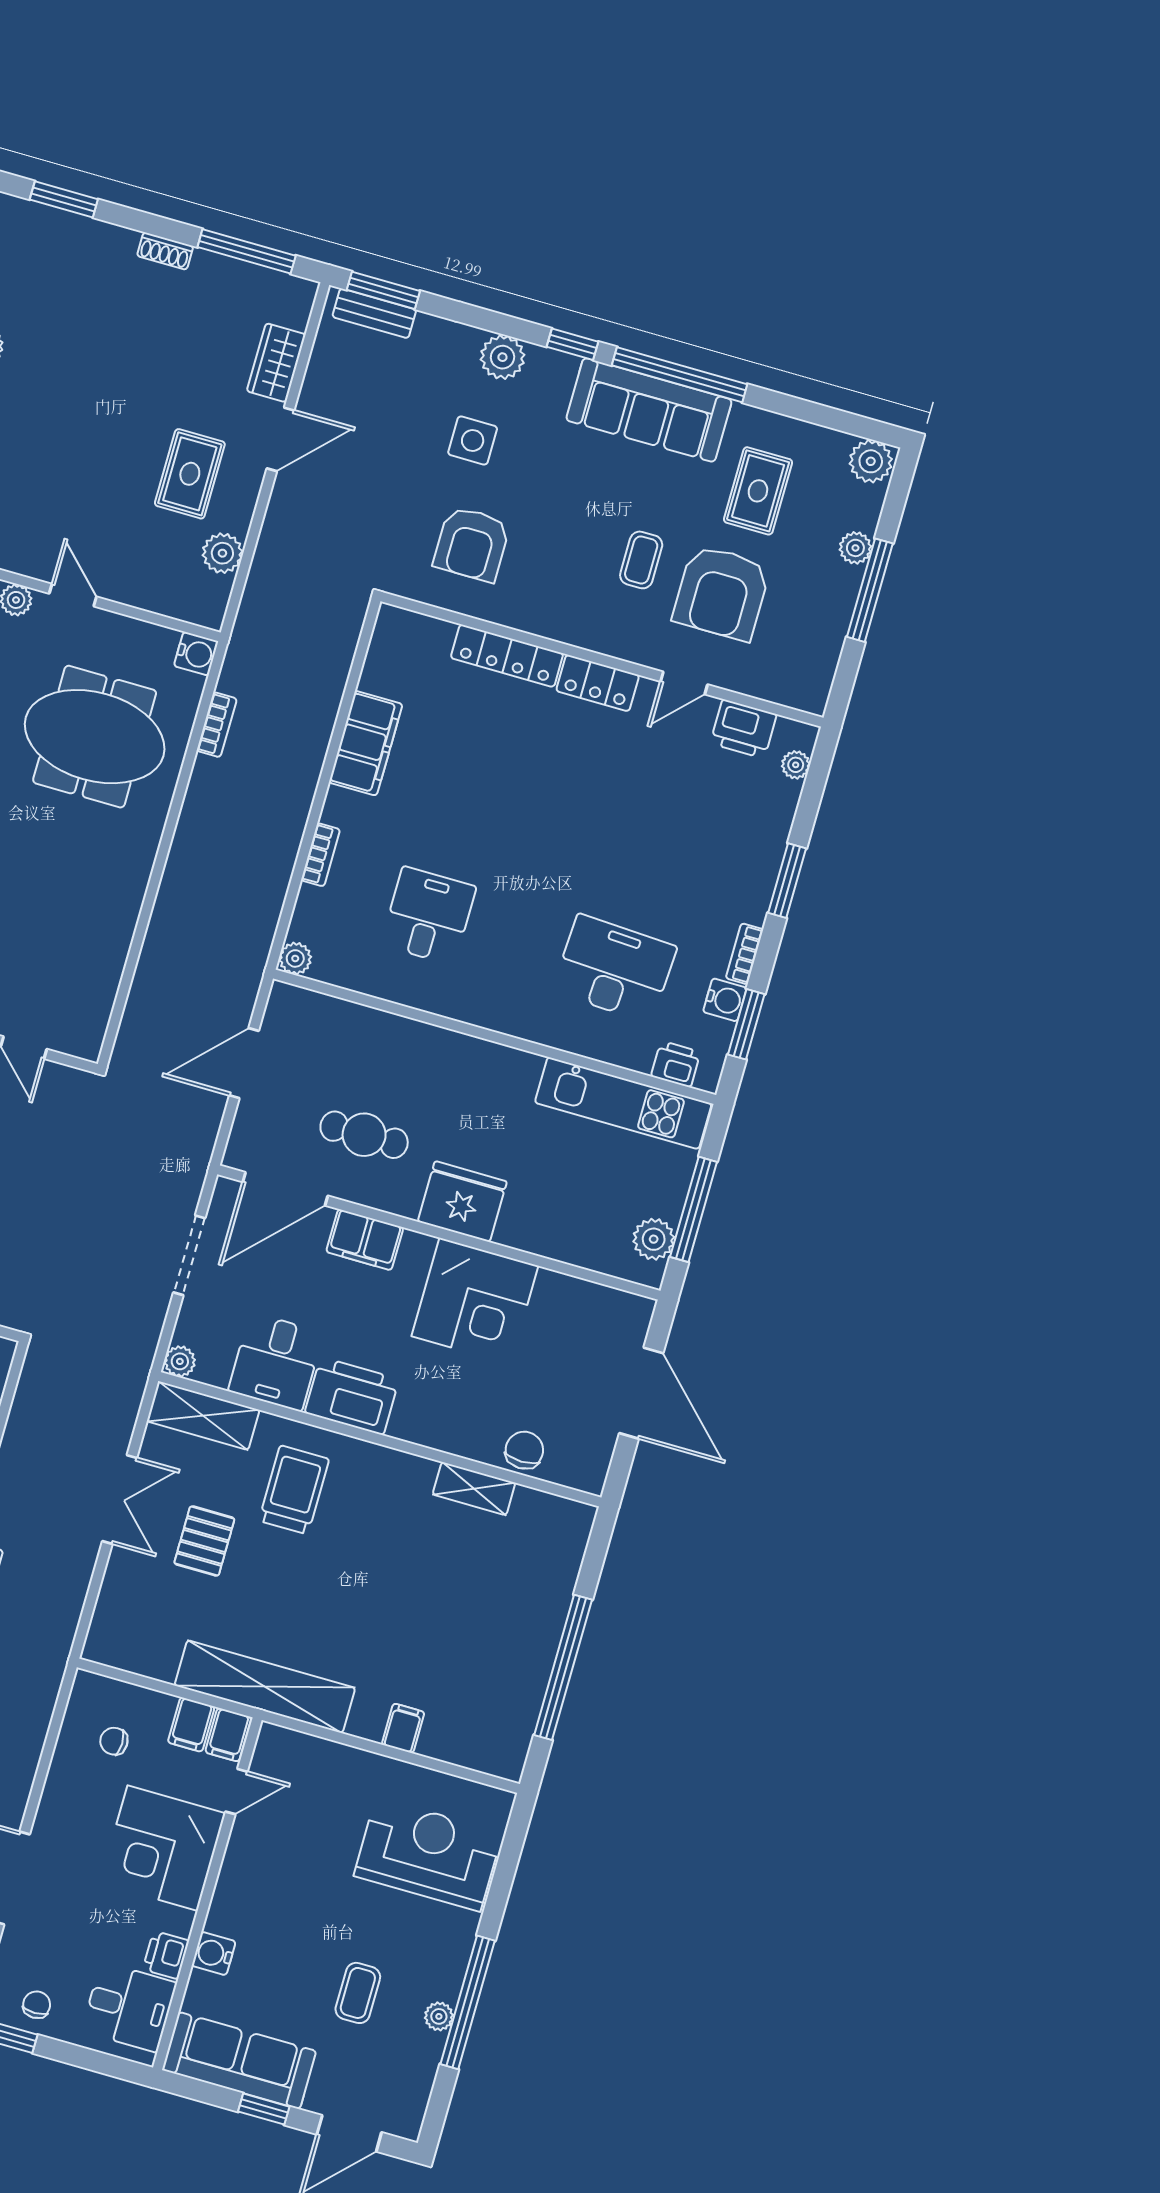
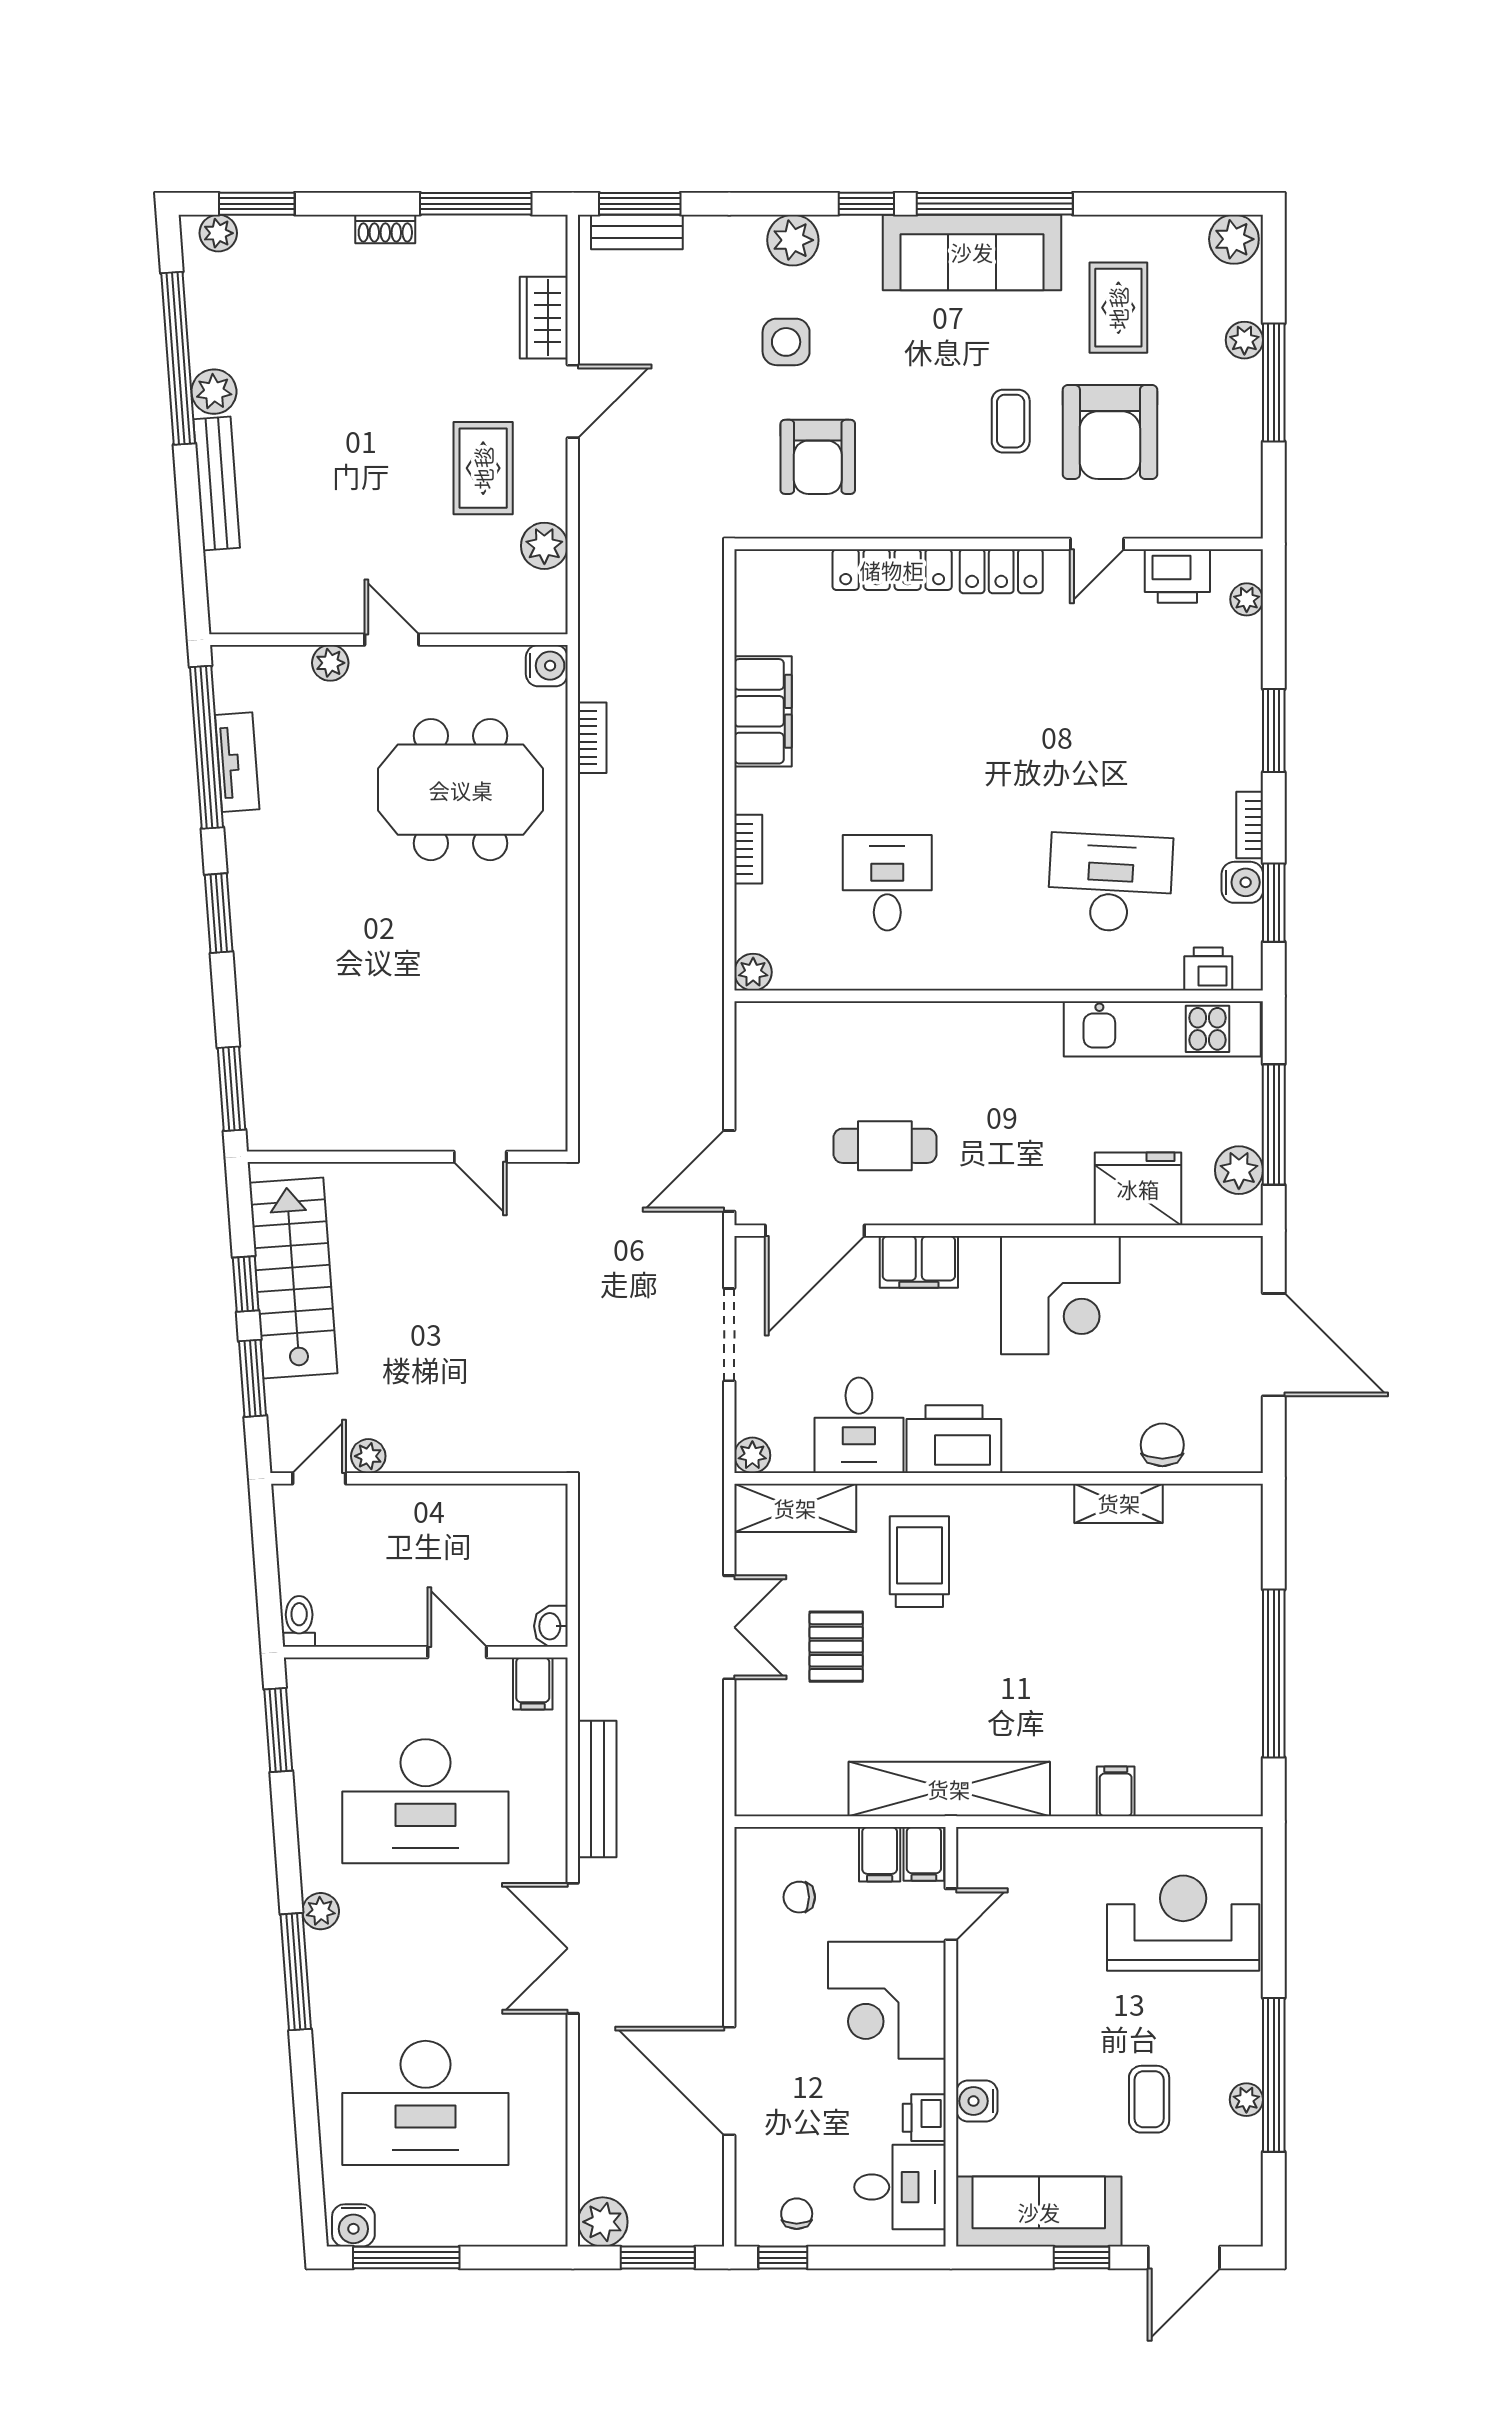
plant: (25, 215) -> (218, 233), added
door: (244, 1063) -> (729, 1171), moved
fridge: (462, 1202) -> (1138, 1189), moved

